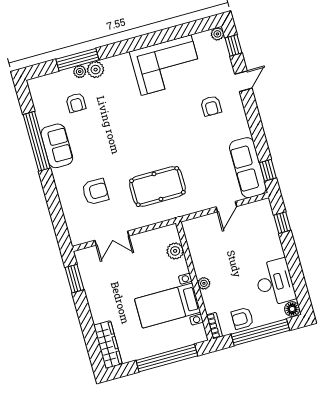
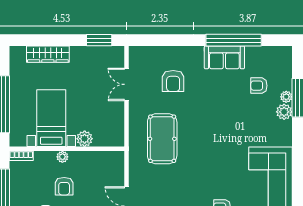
plant: (175, 251) -> (85, 139), moved
armchair: (242, 318) -> (64, 186), moved, turned 180
wardrobe: (108, 345) -> (48, 54), moved

